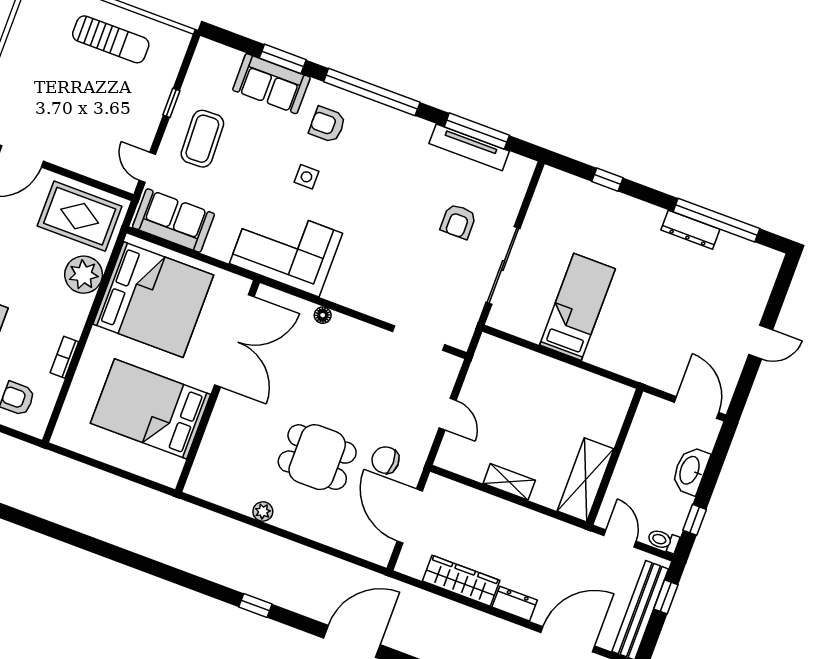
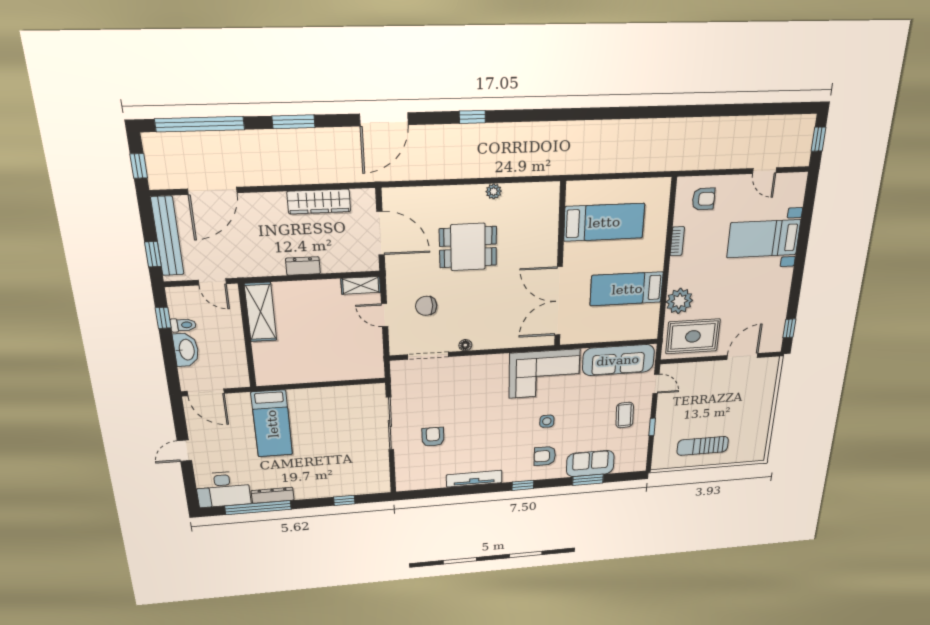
window: (372, 92) -> (523, 485), width x0.32
armchair: (327, 125) -> (545, 456), turned 180
window: (477, 131) -> (445, 492), removed
coffee table: (202, 139) -> (625, 415), width x0.73, depth x0.77
tv unit: (469, 147) -> (474, 479), moved
sofa: (173, 221) -> (618, 360), width x1.36
desk: (744, 267) -> (223, 489), added
bed: (153, 300) -> (627, 289), width x0.49
bed: (578, 307) -> (272, 424), moved
floor lamp: (323, 315) -> (465, 345), moved
bed: (151, 409) -> (604, 222), width x0.67
chair: (385, 460) -> (426, 306), moved, turned 180
shelving: (509, 482) -> (361, 285), moved
toilet: (663, 541) -> (183, 325), moved
dresser: (515, 604) -> (303, 266), moved, turned 180

